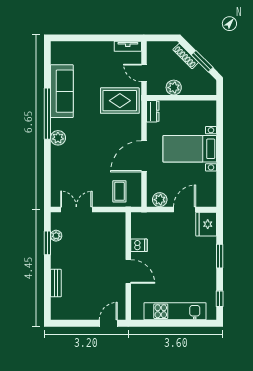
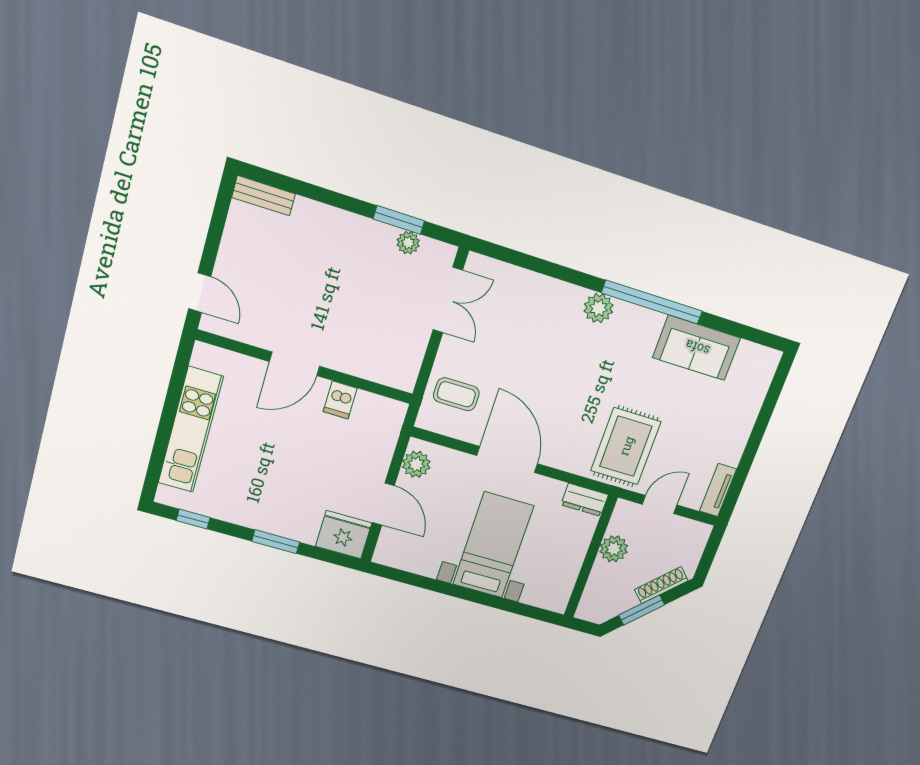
sofa: (62, 91) -> (697, 348), width x0.73
bench: (56, 283) -> (264, 196), moved

